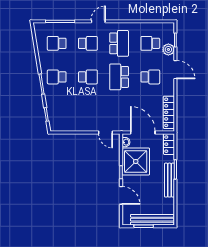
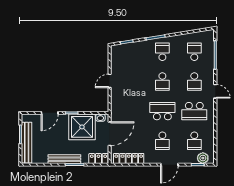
school desk: (150, 43) -> (194, 141), turned 180
plant: (168, 49) -> (203, 158), moved
door: (105, 132) -> (110, 81), moved

